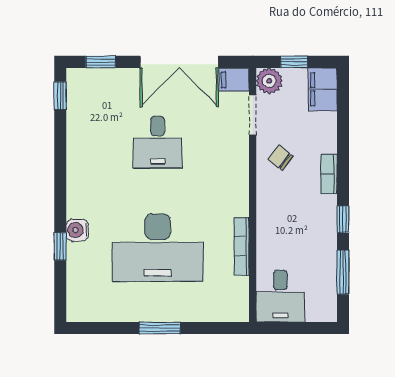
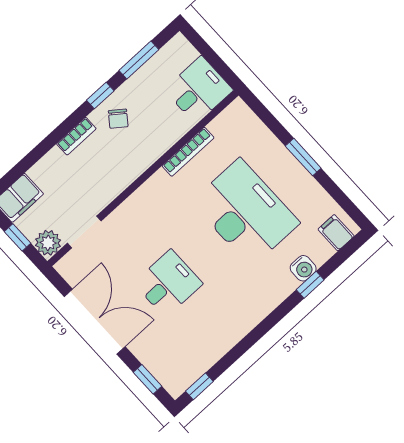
filing cabinet: (234, 80) -> (336, 233), moved, turned 180
chair: (280, 158) -> (118, 119), moved
water cooler: (77, 230) -> (303, 268), moved

